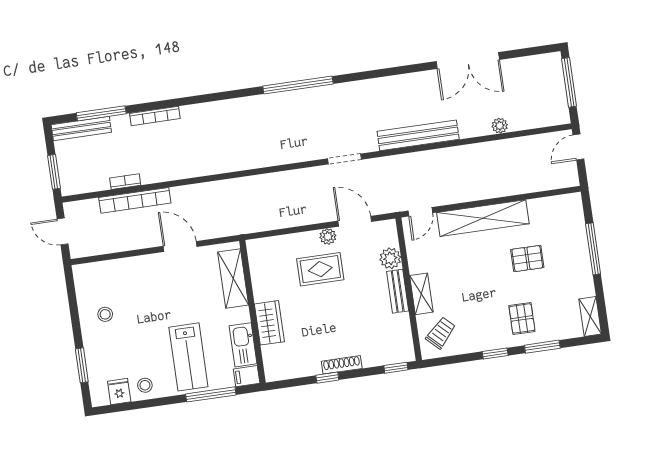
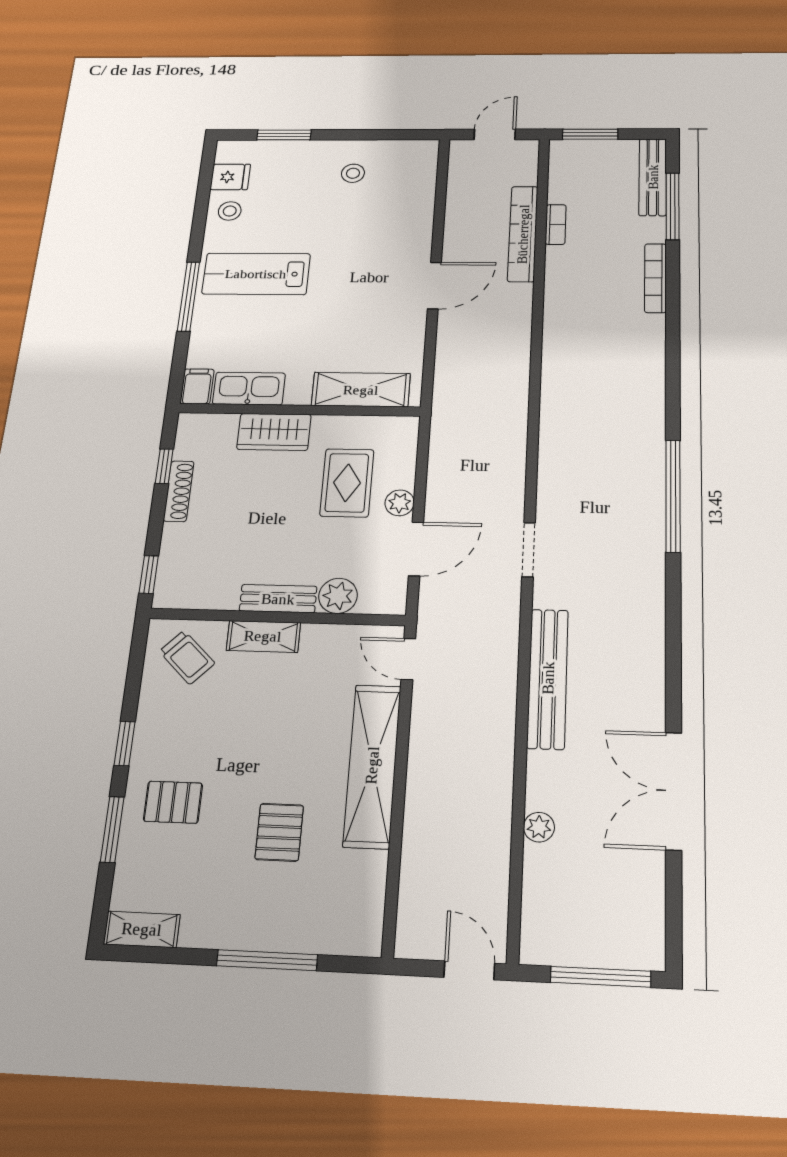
shelving: (233, 278) -> (361, 390), moved
wall: (252, 312) -> (299, 410), moved
wardrobe: (269, 323) -> (274, 432), moved
kitchen sink: (243, 345) -> (249, 389), moved
filing cabinet: (247, 376) -> (197, 386), moved

